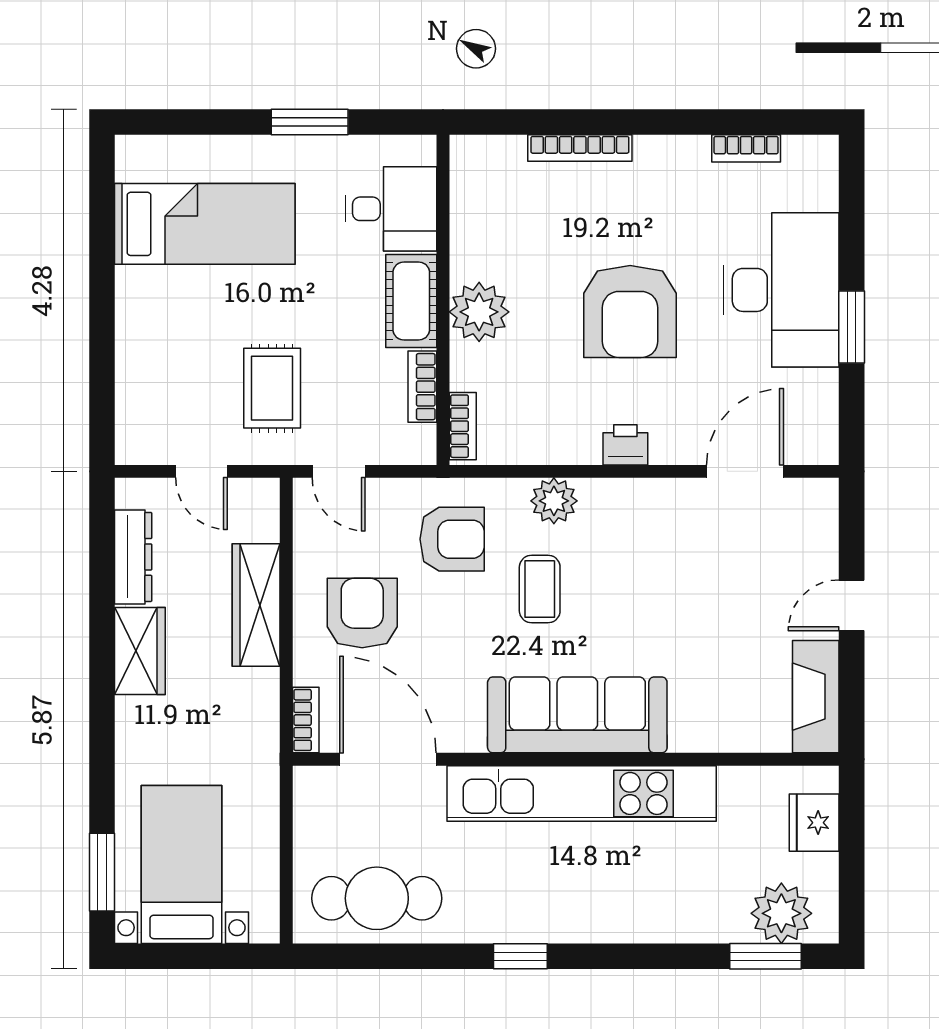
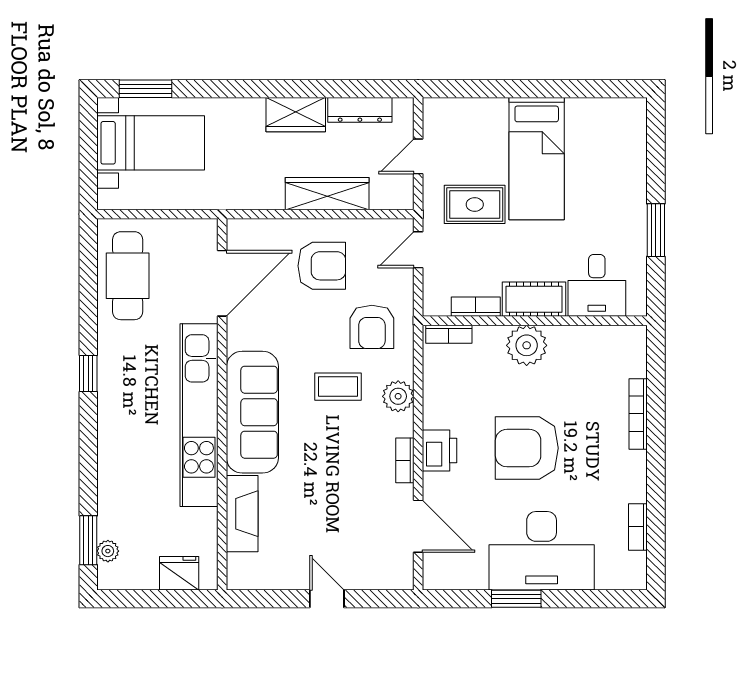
bed: (205, 224) -> (537, 159), moved
printer: (625, 445) -> (440, 450), width x1.36, depth x1.24
fireplace: (816, 697) -> (242, 514), moved, turned 90
bookcase: (306, 720) -> (405, 460), moved, turned 90
plant: (781, 913) -> (108, 551), width x0.53, depth x0.53

